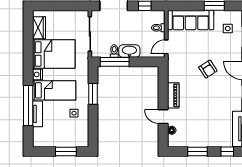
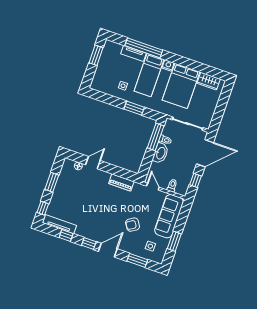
armchair: (208, 69) -> (133, 225), moved
piano: (173, 95) -> (121, 183), moved
window: (66, 151) -> (96, 55), moved

